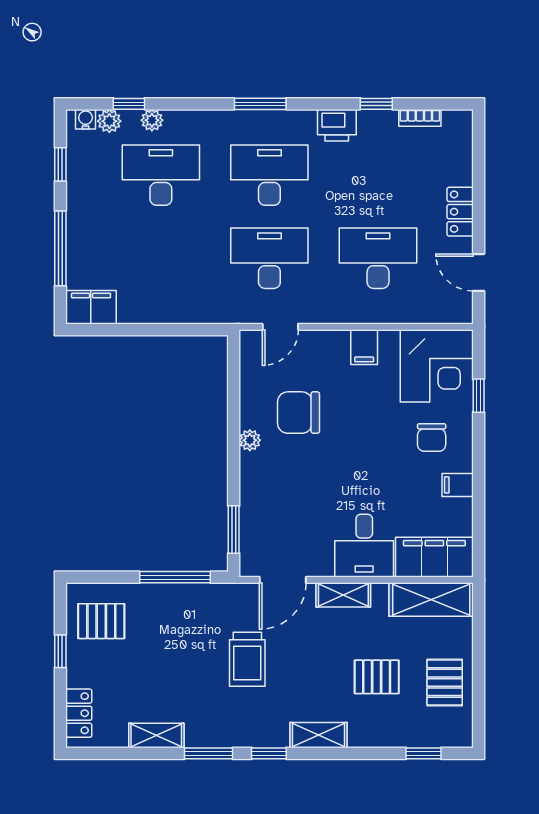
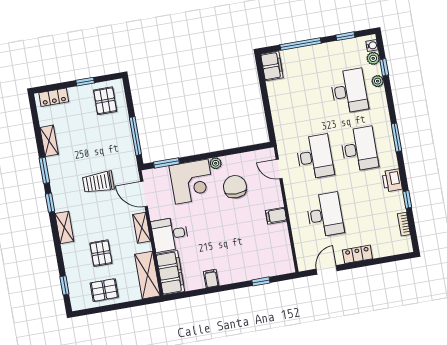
corner desk: (437, 366) -> (192, 182), moved, turned -90
chair: (432, 438) -> (234, 260), removed

